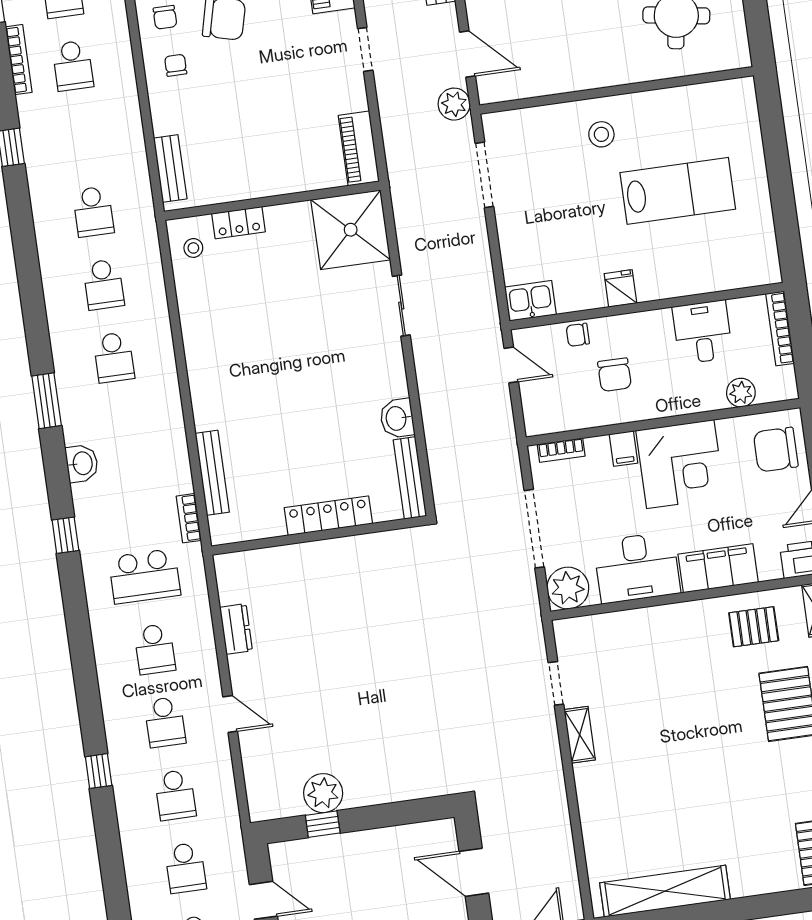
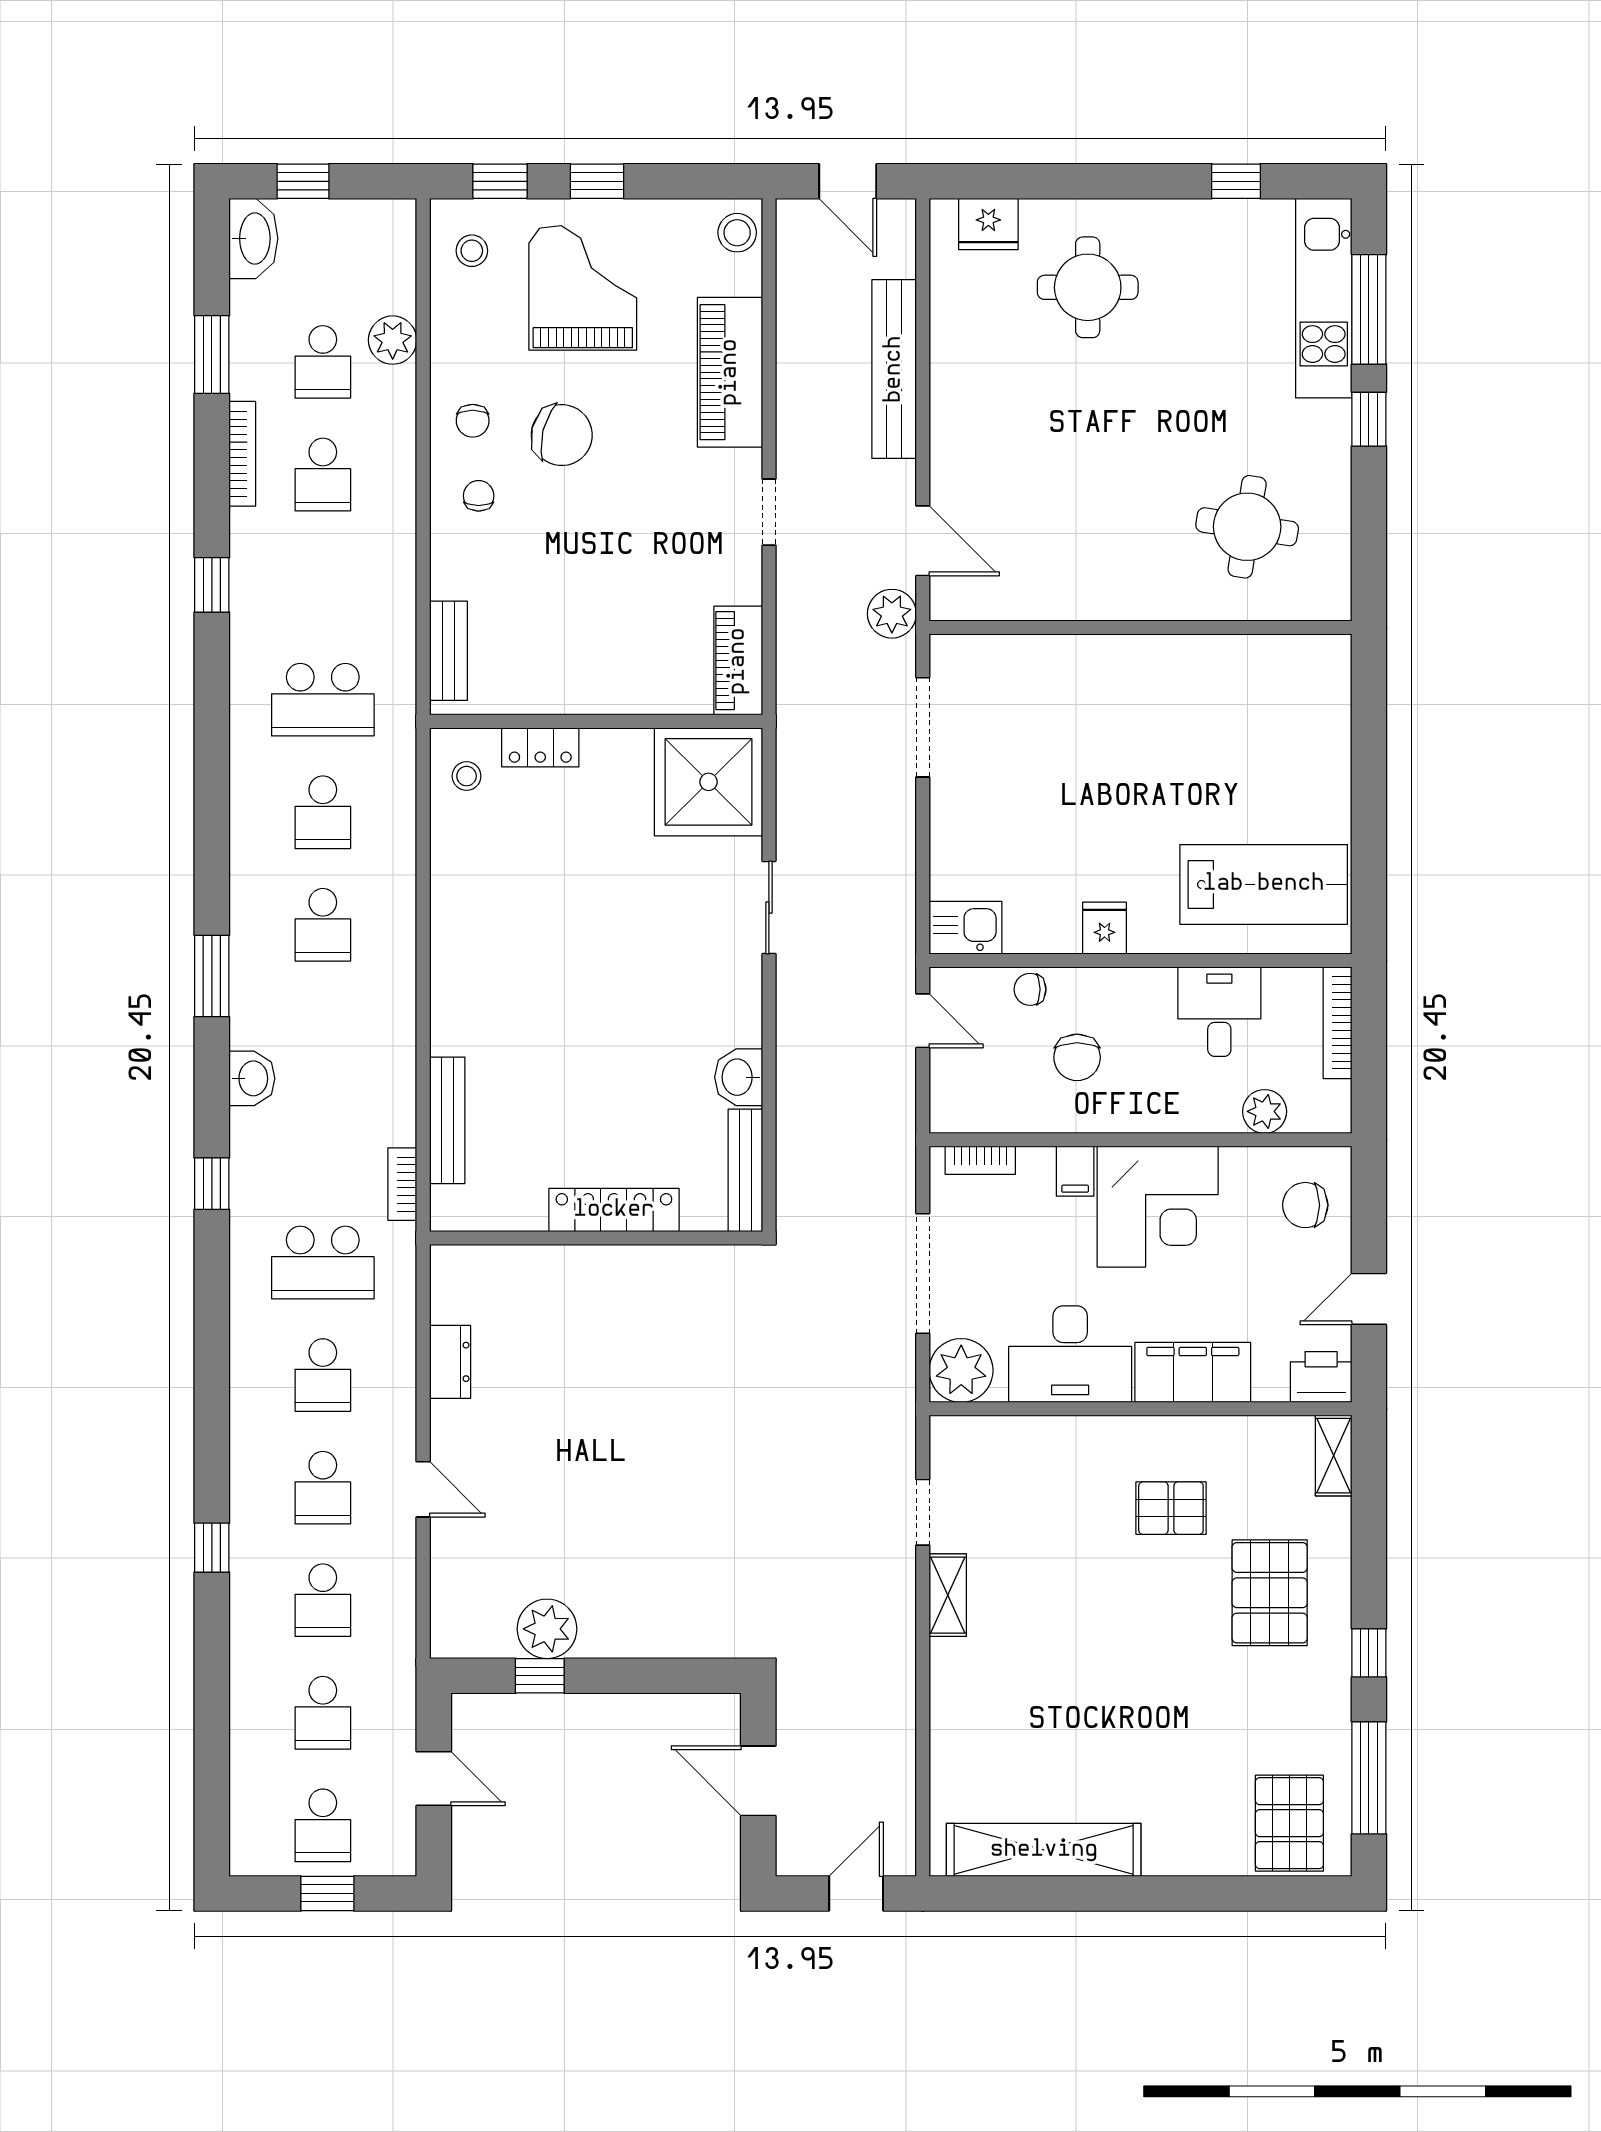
stool: (601, 134) -> (1108, 691), removed
lab bench: (678, 191) -> (1264, 884), moved
school desk: (93, 212) -> (323, 700), width x1.85
chair: (776, 450) -> (1305, 1205), width x0.73, depth x0.73
pallet: (754, 627) -> (1171, 1508), moved

